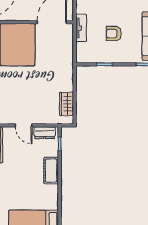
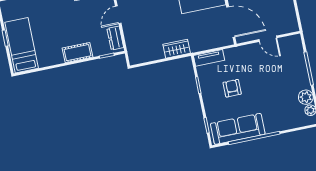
tv unit: (81, 28) -> (209, 58), moved
wardrobe: (66, 104) -> (177, 49), moved

